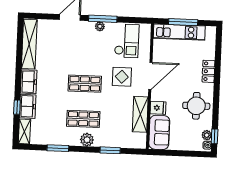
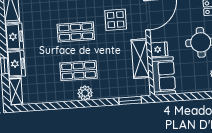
window: (58, 148) -> (54, 106), removed
window: (110, 150) -> (130, 100), moved

